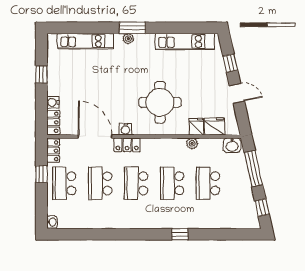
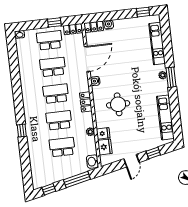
window: (41, 74) -> (143, 12), moved
round table: (160, 102) -> (118, 104), width x0.73, depth x0.73
locker: (127, 145) -> (86, 102), moved

